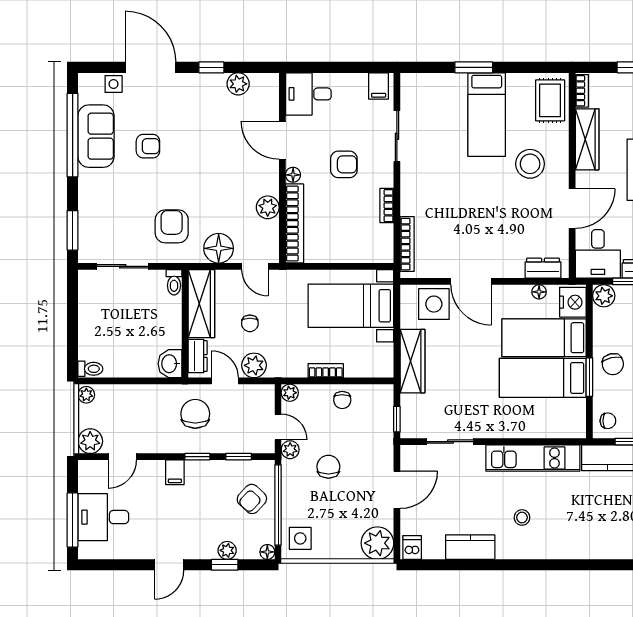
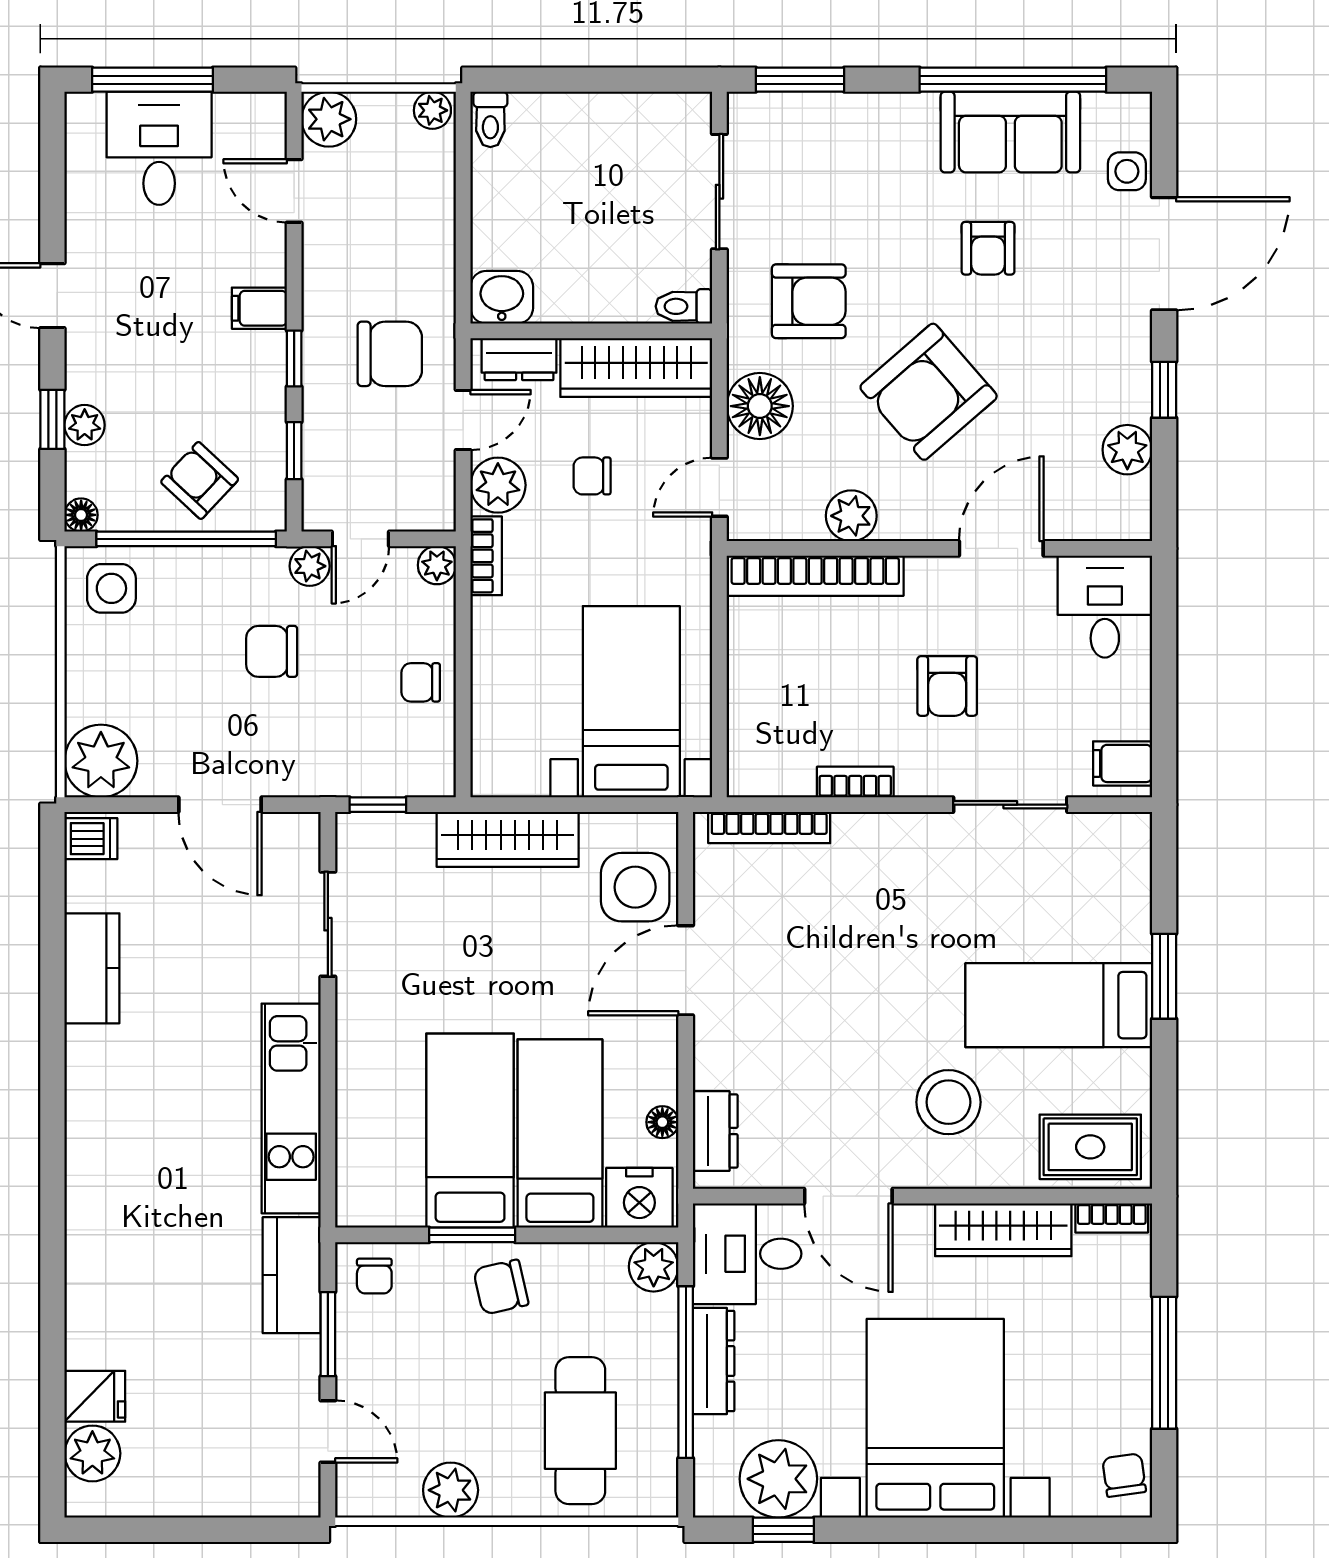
armchair: (212, 173) -> (929, 392), added
floor lamp: (293, 175) -> (924, 572), removed
bookcase: (326, 371) -> (486, 556), moved
chair: (328, 467) -> (272, 651), turned 180
stool: (522, 517) -> (158, 1084), removed

